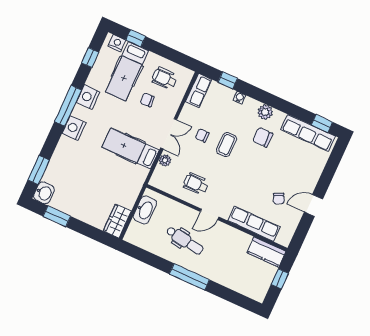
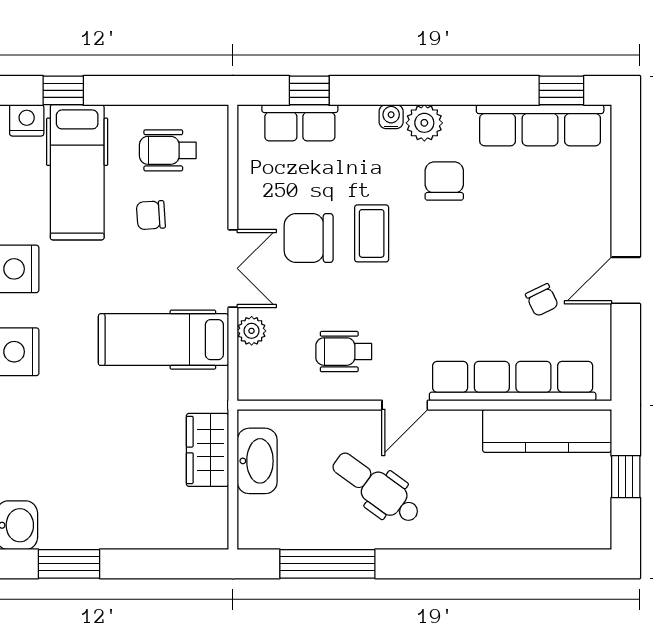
row of seats: (199, 91) -> (300, 123), moved, turned 90
water cooler: (239, 98) -> (391, 117), moved
chair: (202, 135) -> (309, 238), width x1.87, depth x1.87
chair: (263, 137) -> (444, 181), turned 90
wardrobe: (117, 221) -> (208, 450), moved
row of seats: (254, 224) -> (513, 381), width x1.36
dental chair: (185, 240) -> (376, 488), turned -153
kitchen counter: (266, 252) -> (547, 431), width x1.50
window: (189, 277) -> (327, 564), moved

